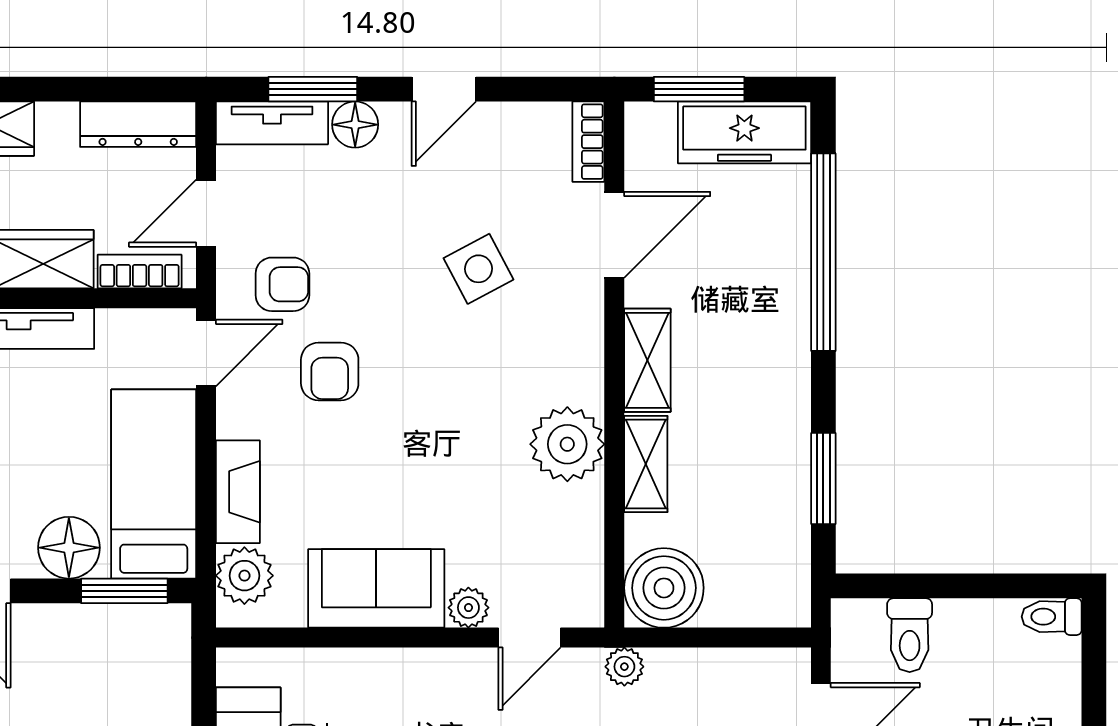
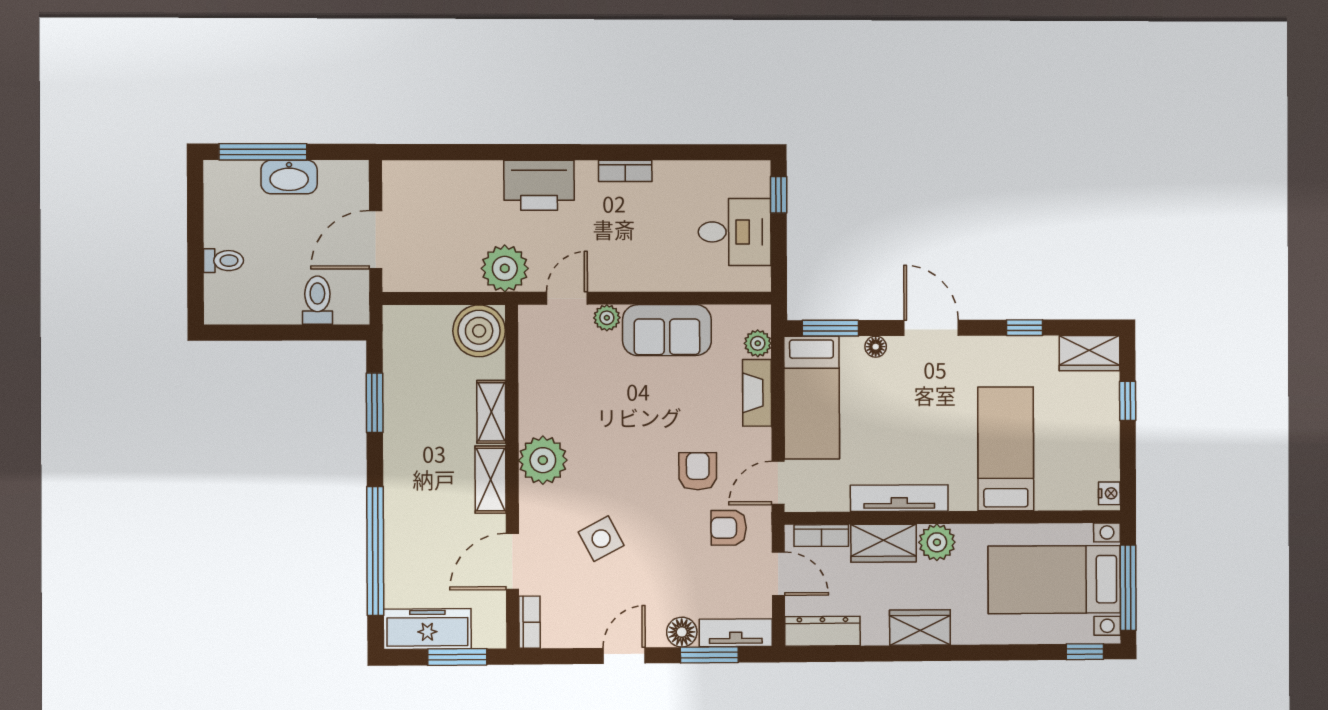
door: (206, 213) -> (778, 574), hinge flipped
plant: (567, 444) -> (543, 460), moved
floor lamp: (69, 548) -> (876, 347), width x0.53, depth x0.53
plant: (244, 576) -> (758, 343), width x0.73, depth x0.73
toilet: (1052, 617) -> (223, 261), moved
plant: (624, 667) -> (505, 268), width x1.88, depth x1.88

